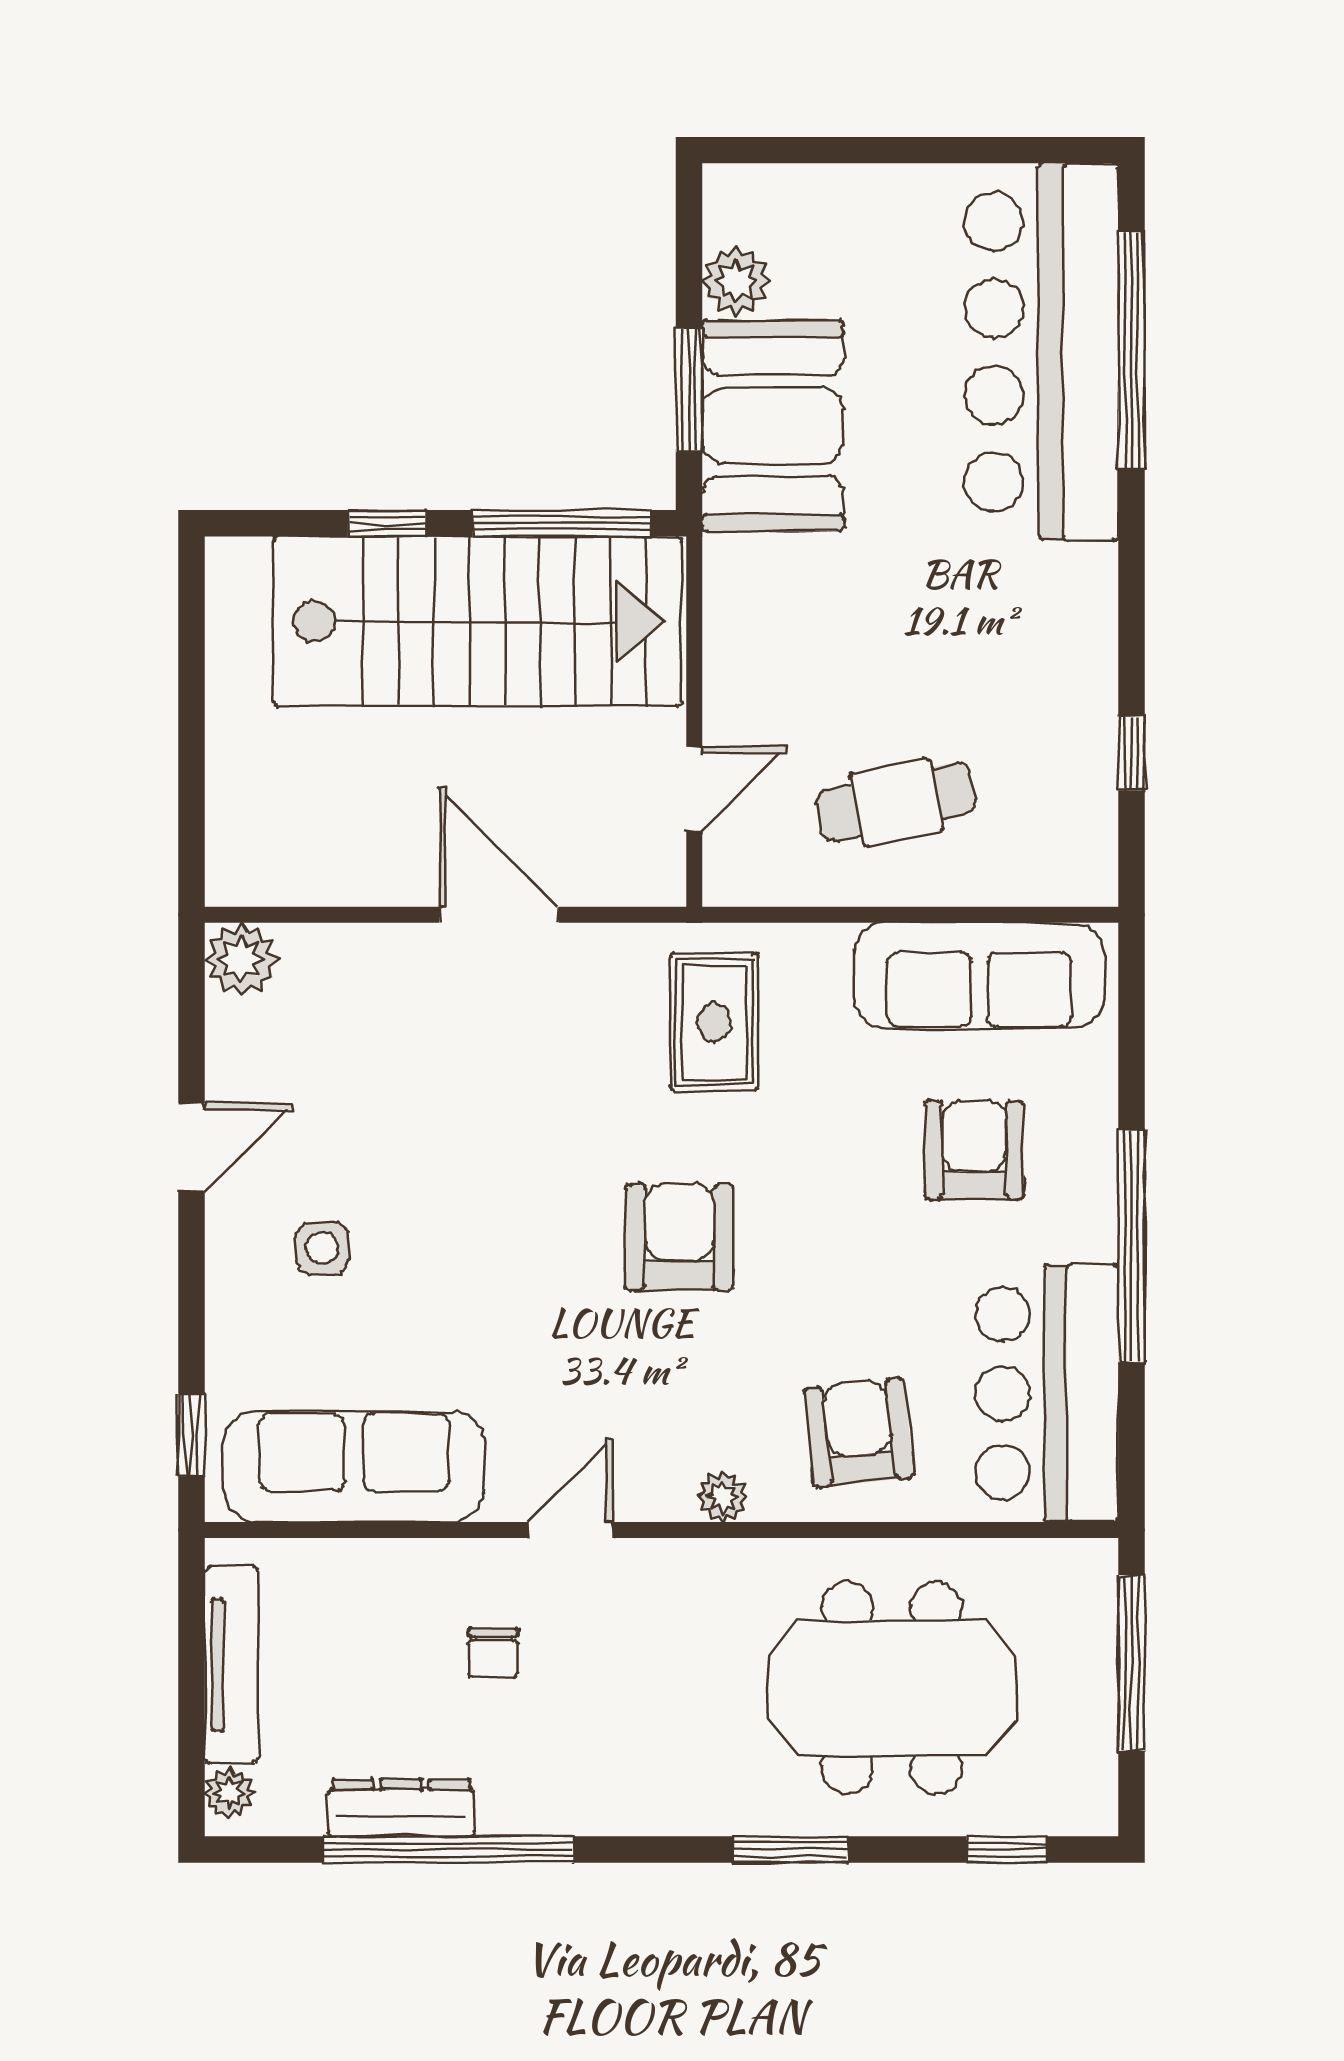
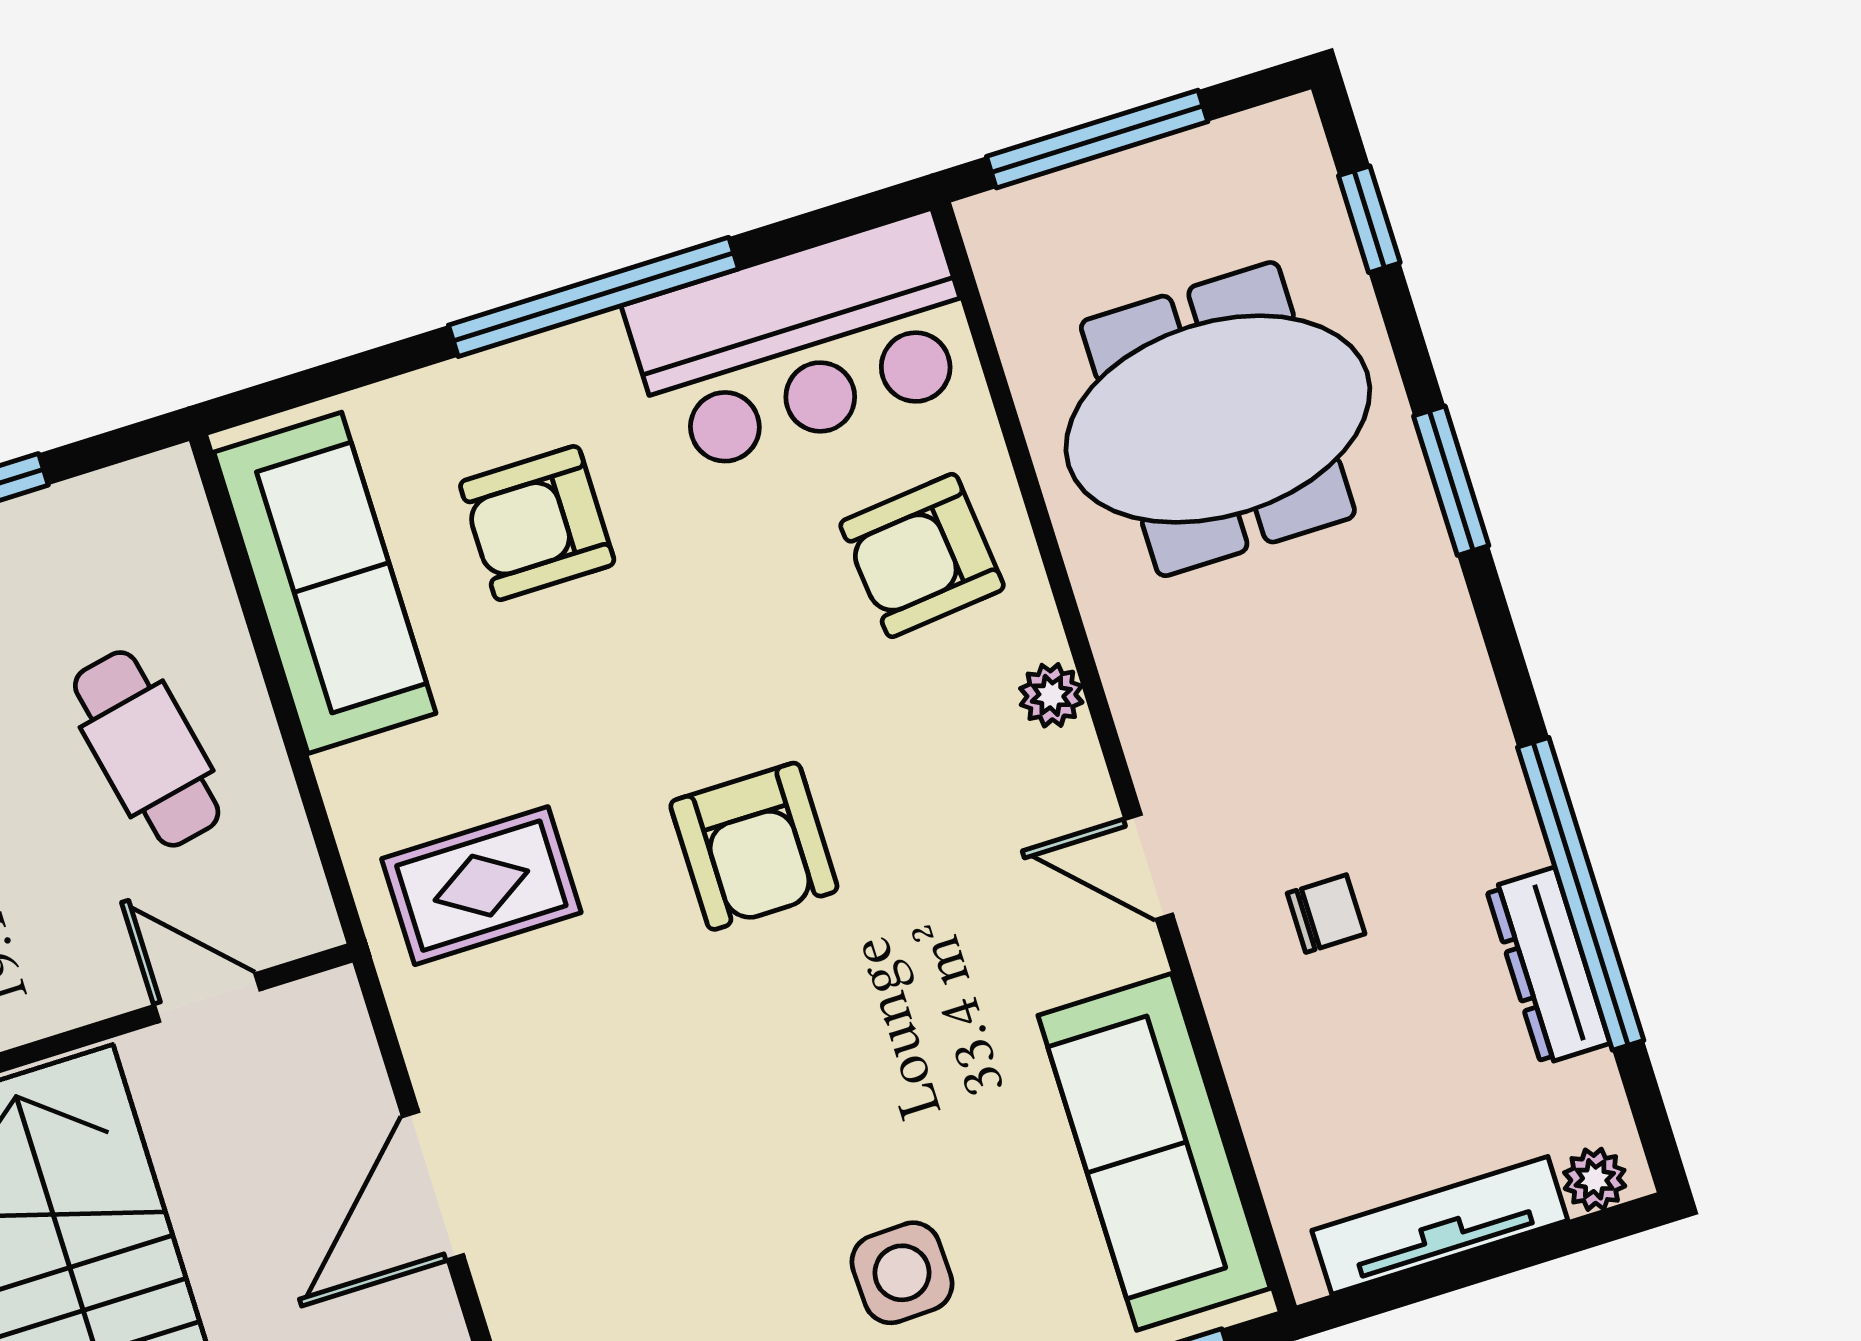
armchair: (679, 1237) -> (754, 846), turned -90
side table: (322, 1248) -> (902, 1273), width x1.37, depth x1.37
meeting table: (892, 1688) -> (1218, 419), turned 90

